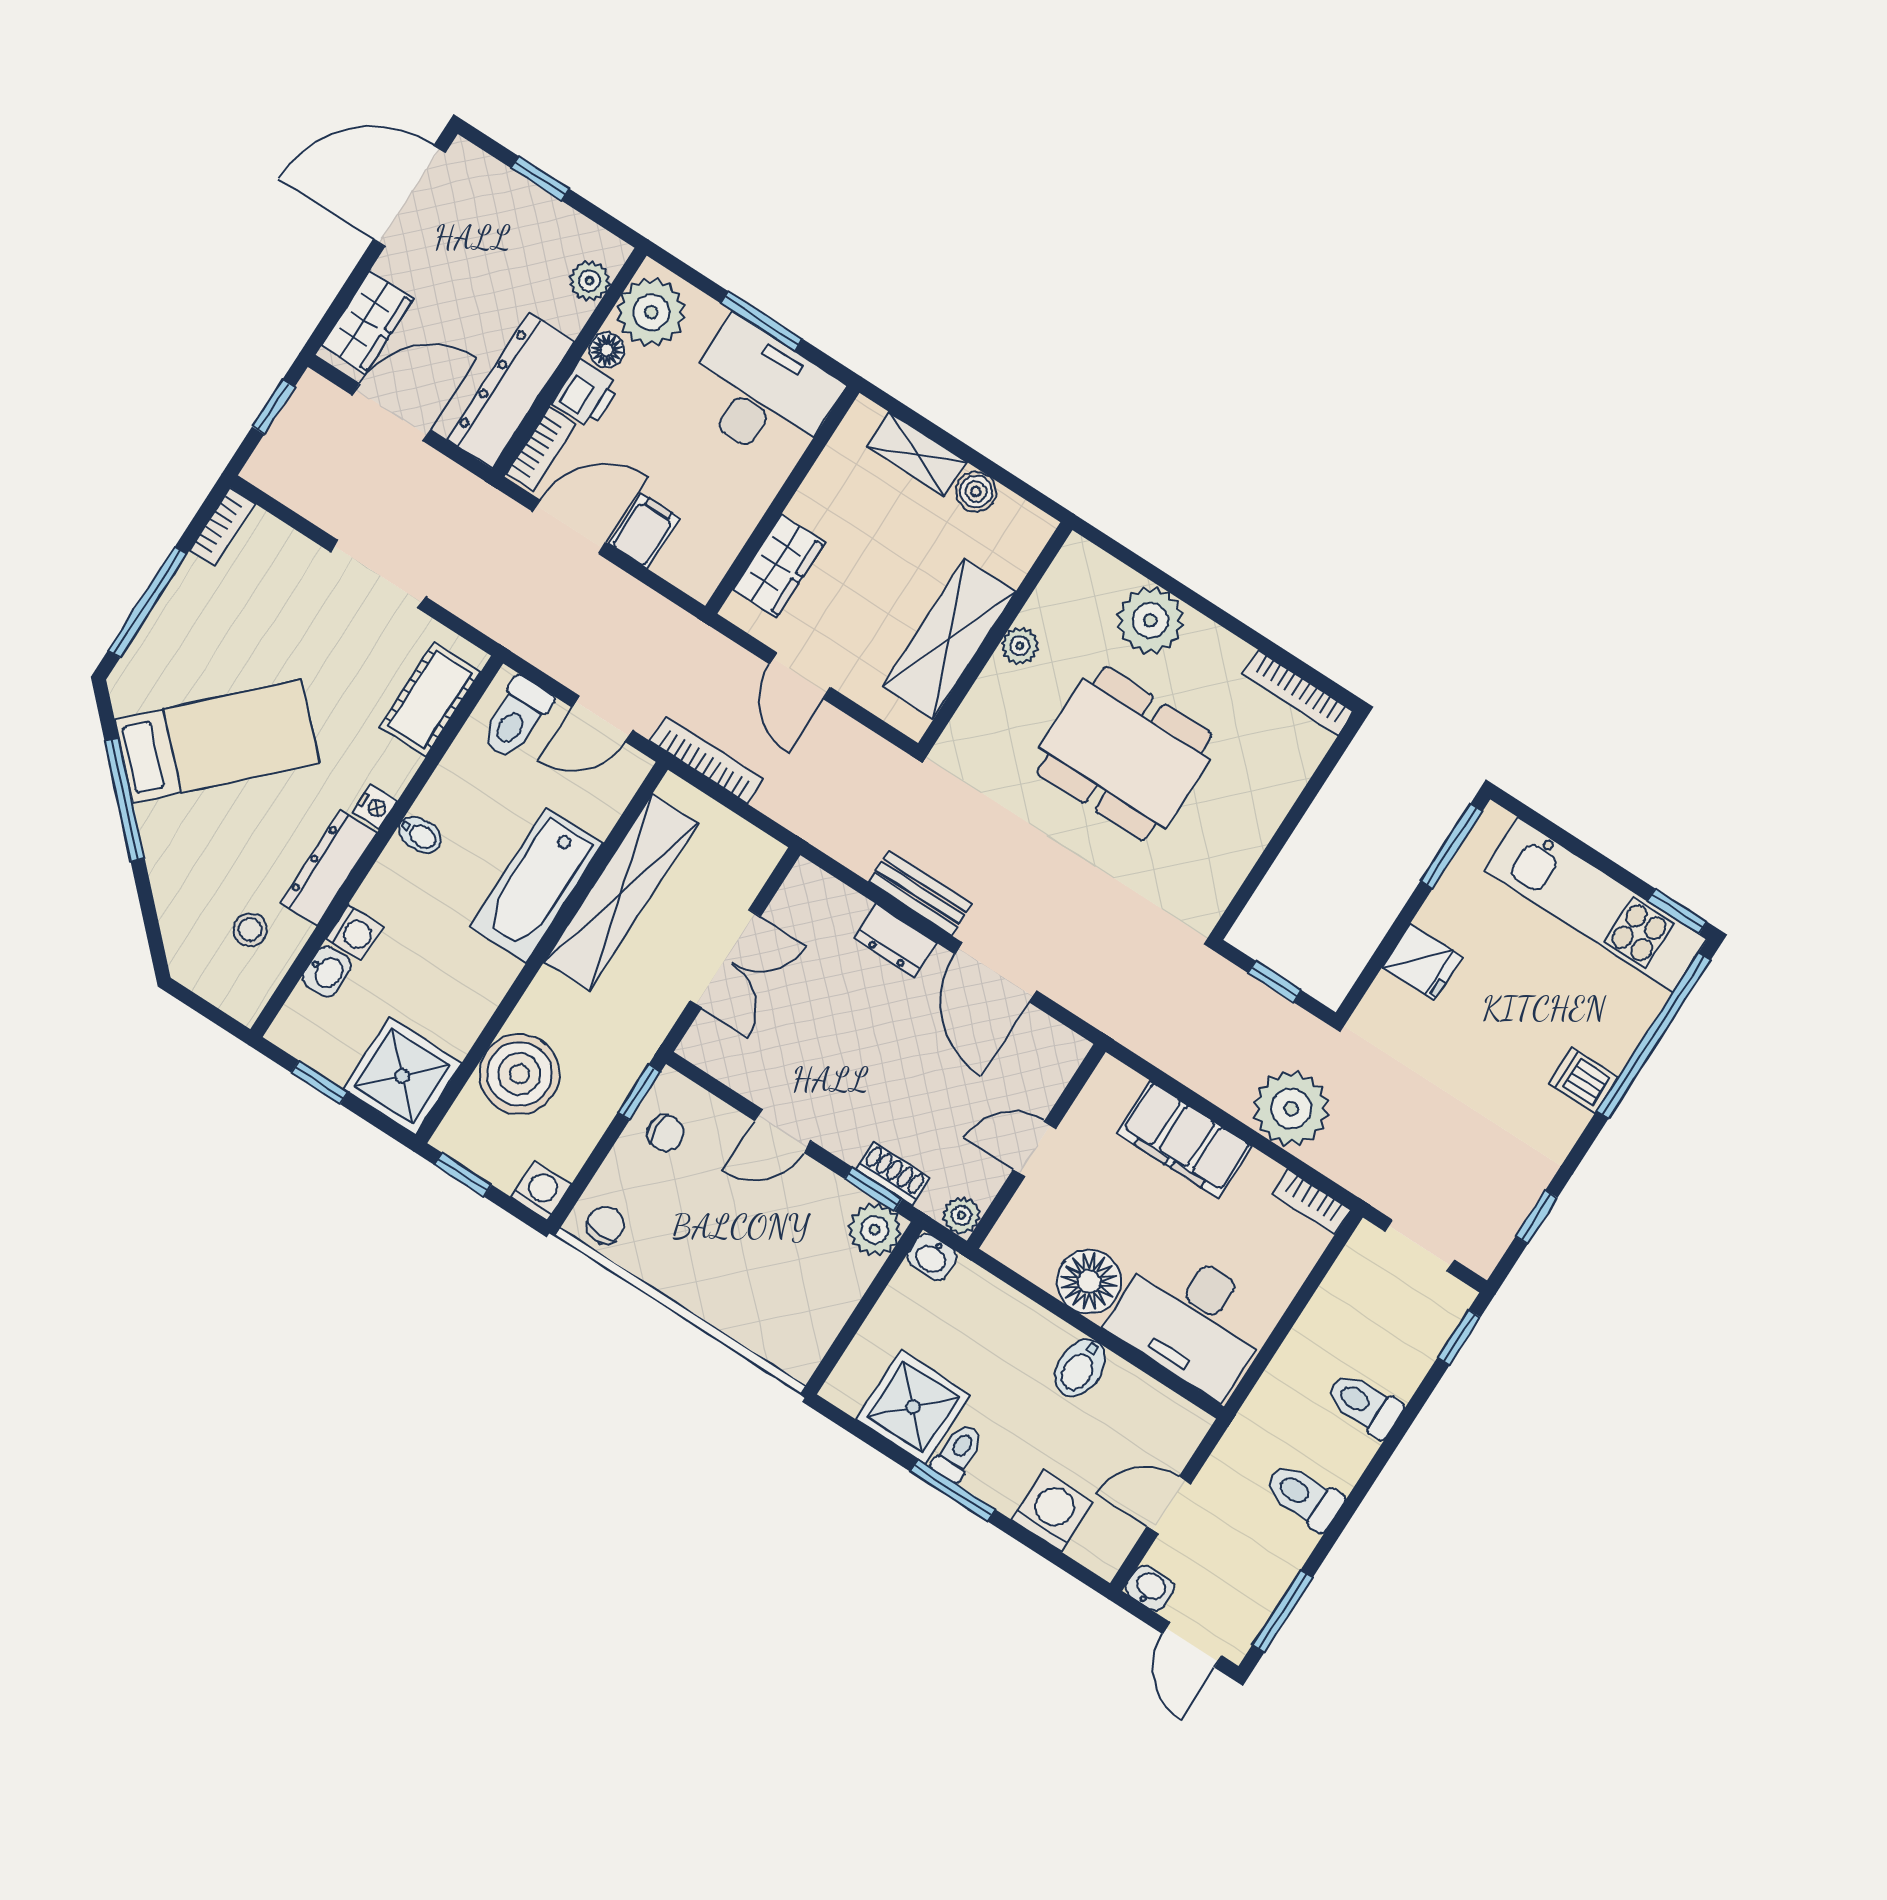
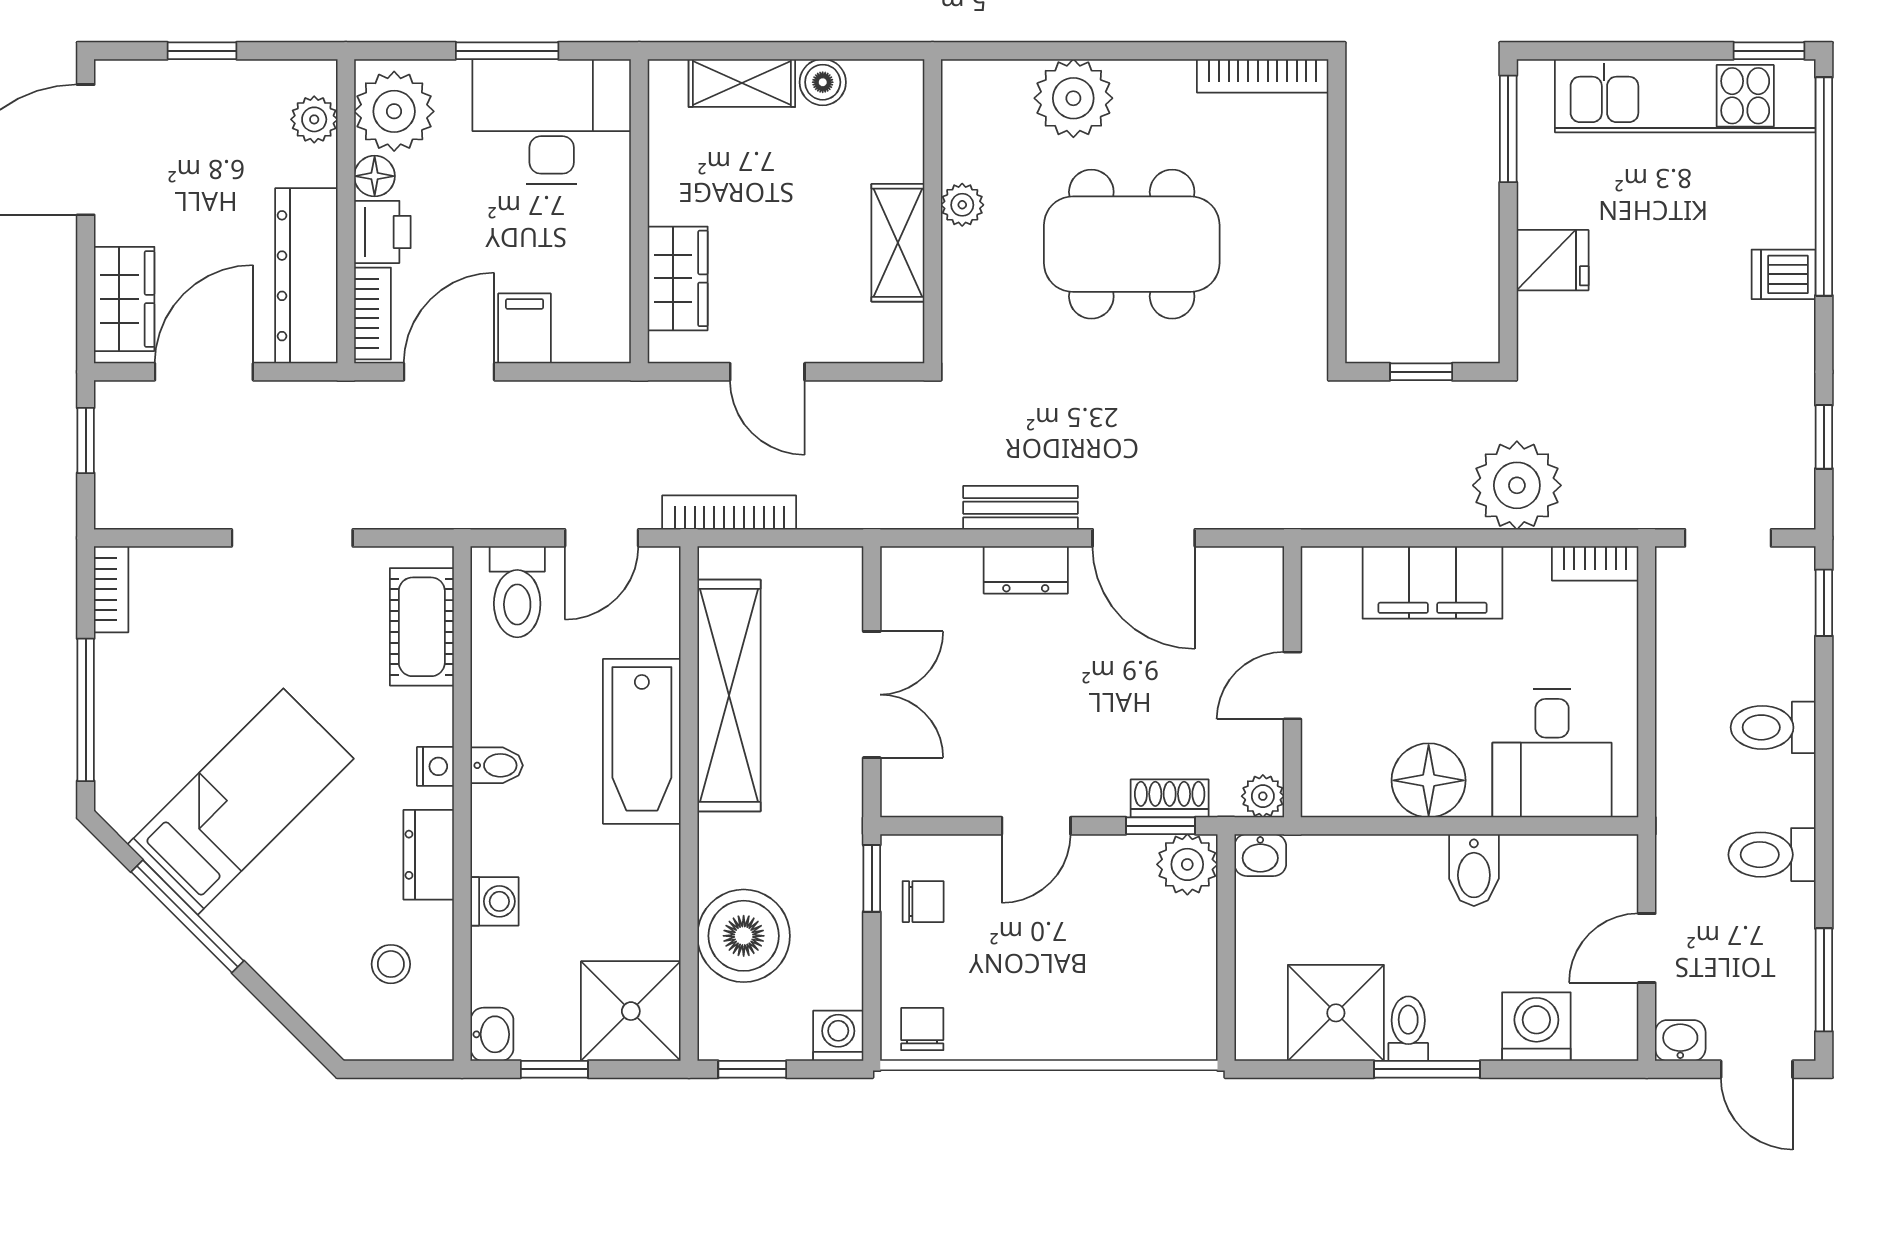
shelving: (949, 639) -> (898, 243), width x0.67, depth x0.75
dresser: (329, 868) -> (429, 855), width x0.70
washbasin: (327, 971) -> (492, 1034), moved
desk: (1191, 1319) -> (1552, 753), width x0.73

